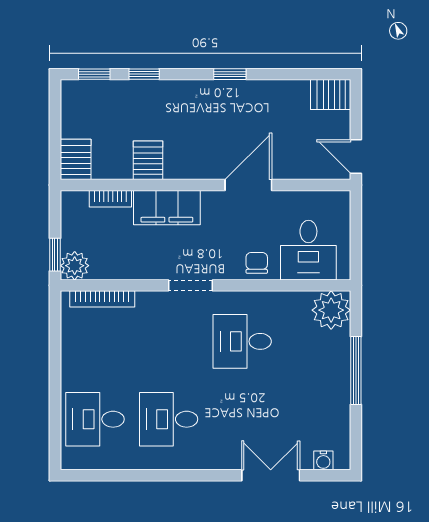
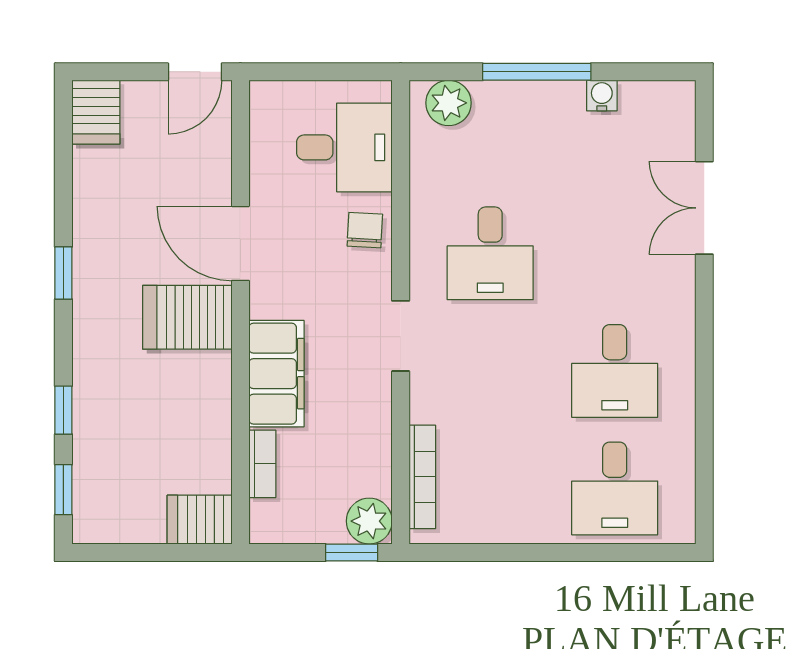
server rack: (148, 160) -> (187, 317), moved, width x1.36, depth x1.44
chair: (257, 263) -> (365, 230), turned 93
plant: (331, 310) -> (449, 103), width x0.73, depth x0.73
water cooler: (323, 460) -> (602, 96), moved, turned -90

